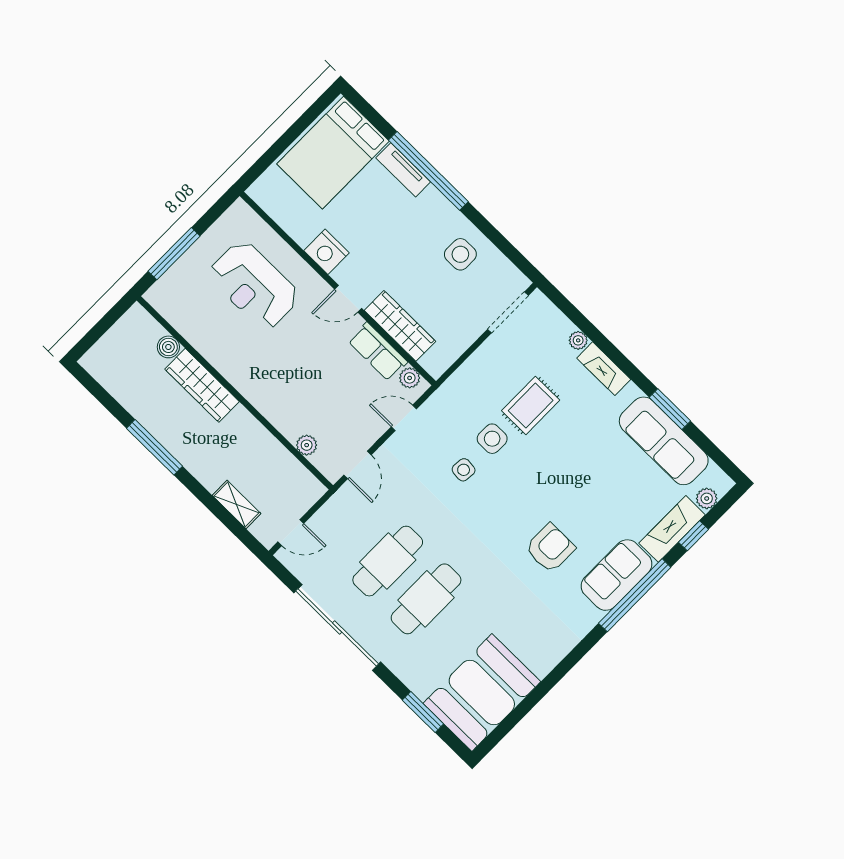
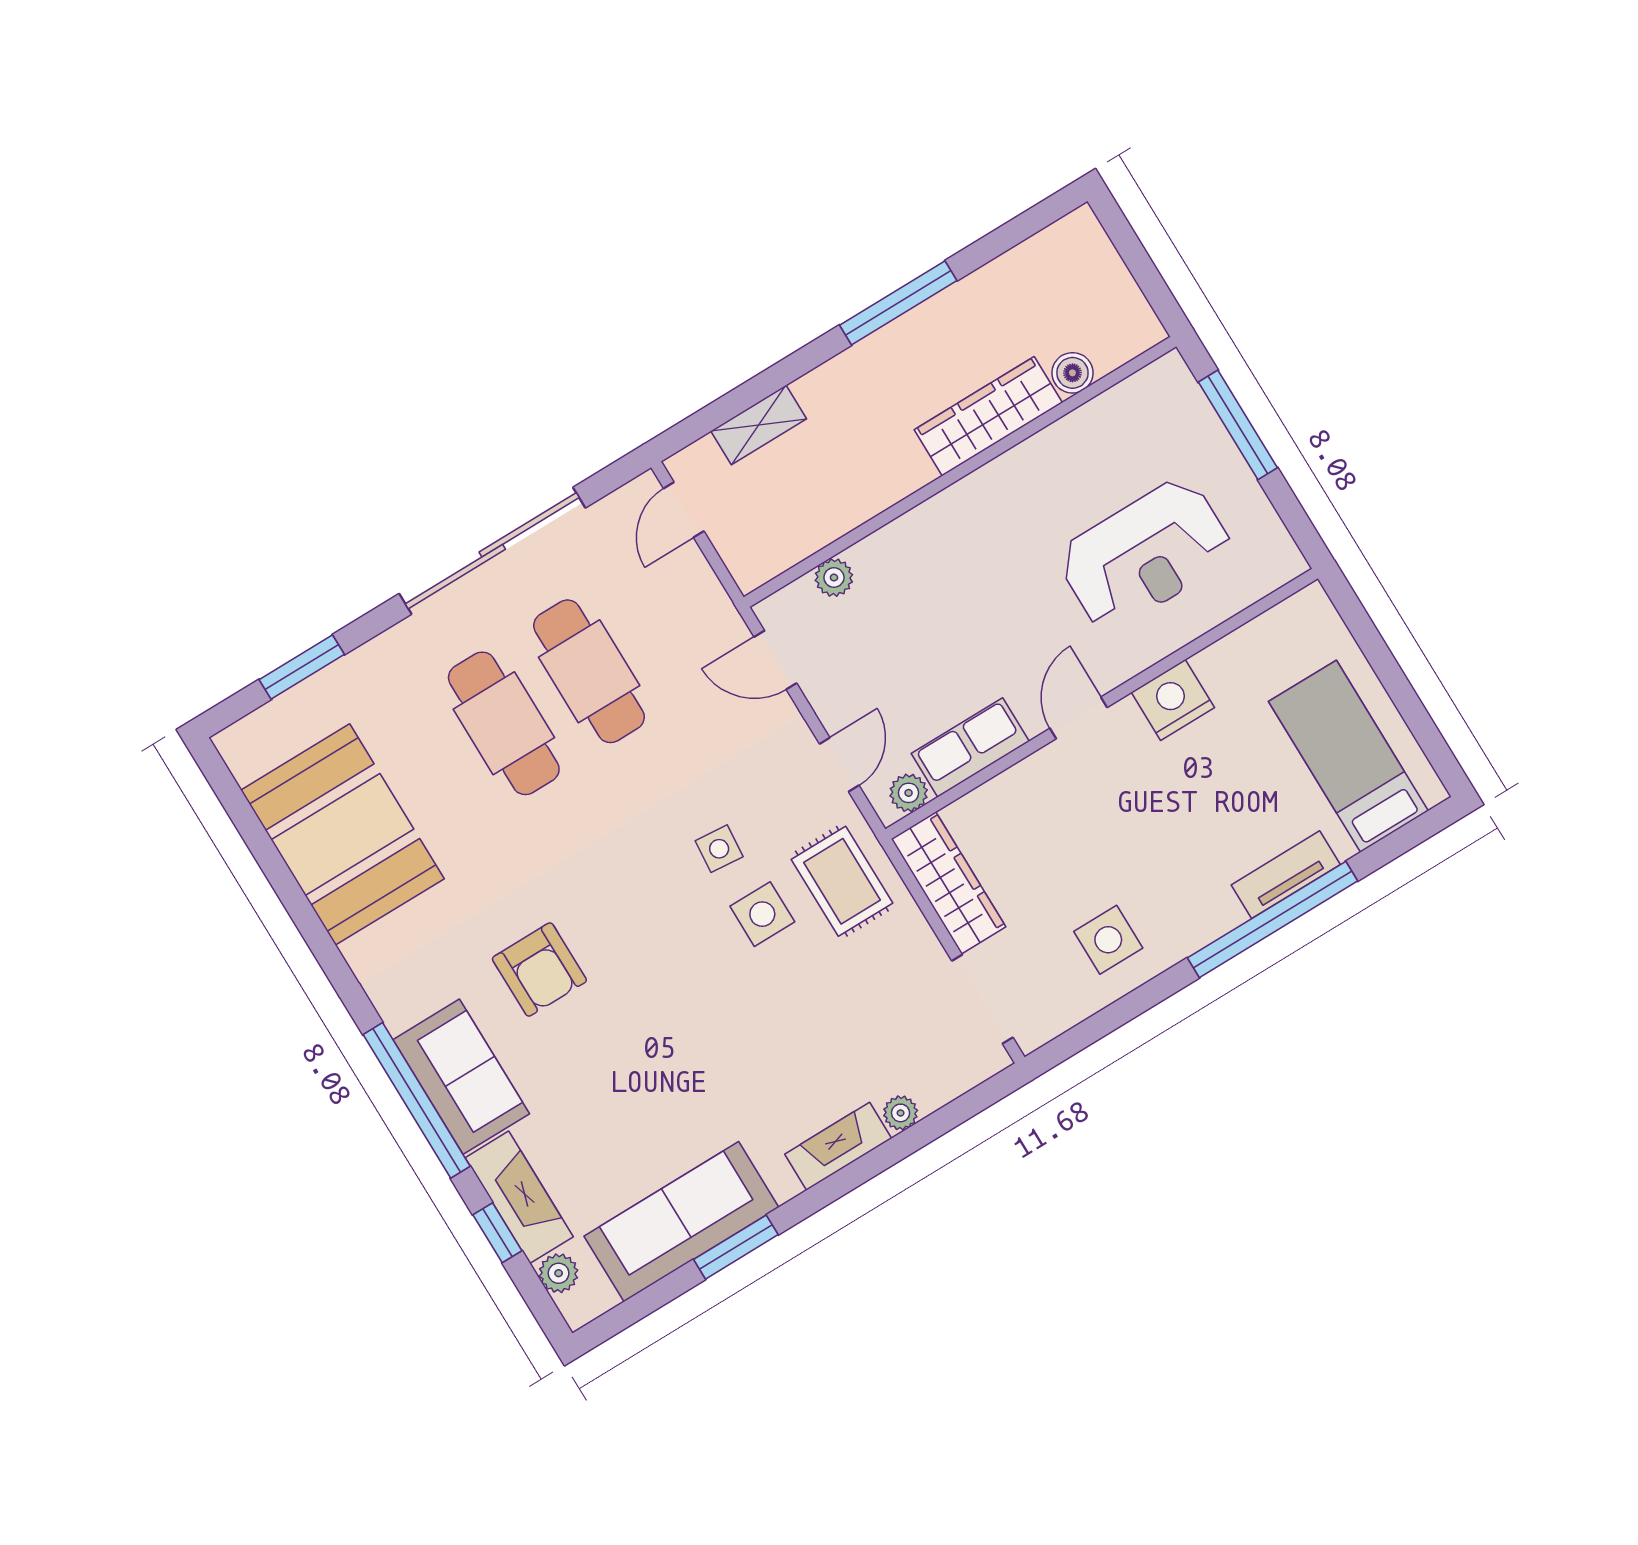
bed: (333, 153) -> (1348, 756), width x0.67
reception desk: (254, 285) -> (1145, 554), turned 180
wardrobe: (400, 326) -> (948, 883), moved, turned -90
rug: (531, 405) -> (842, 881), moved
booth: (482, 692) -> (342, 834), moved

